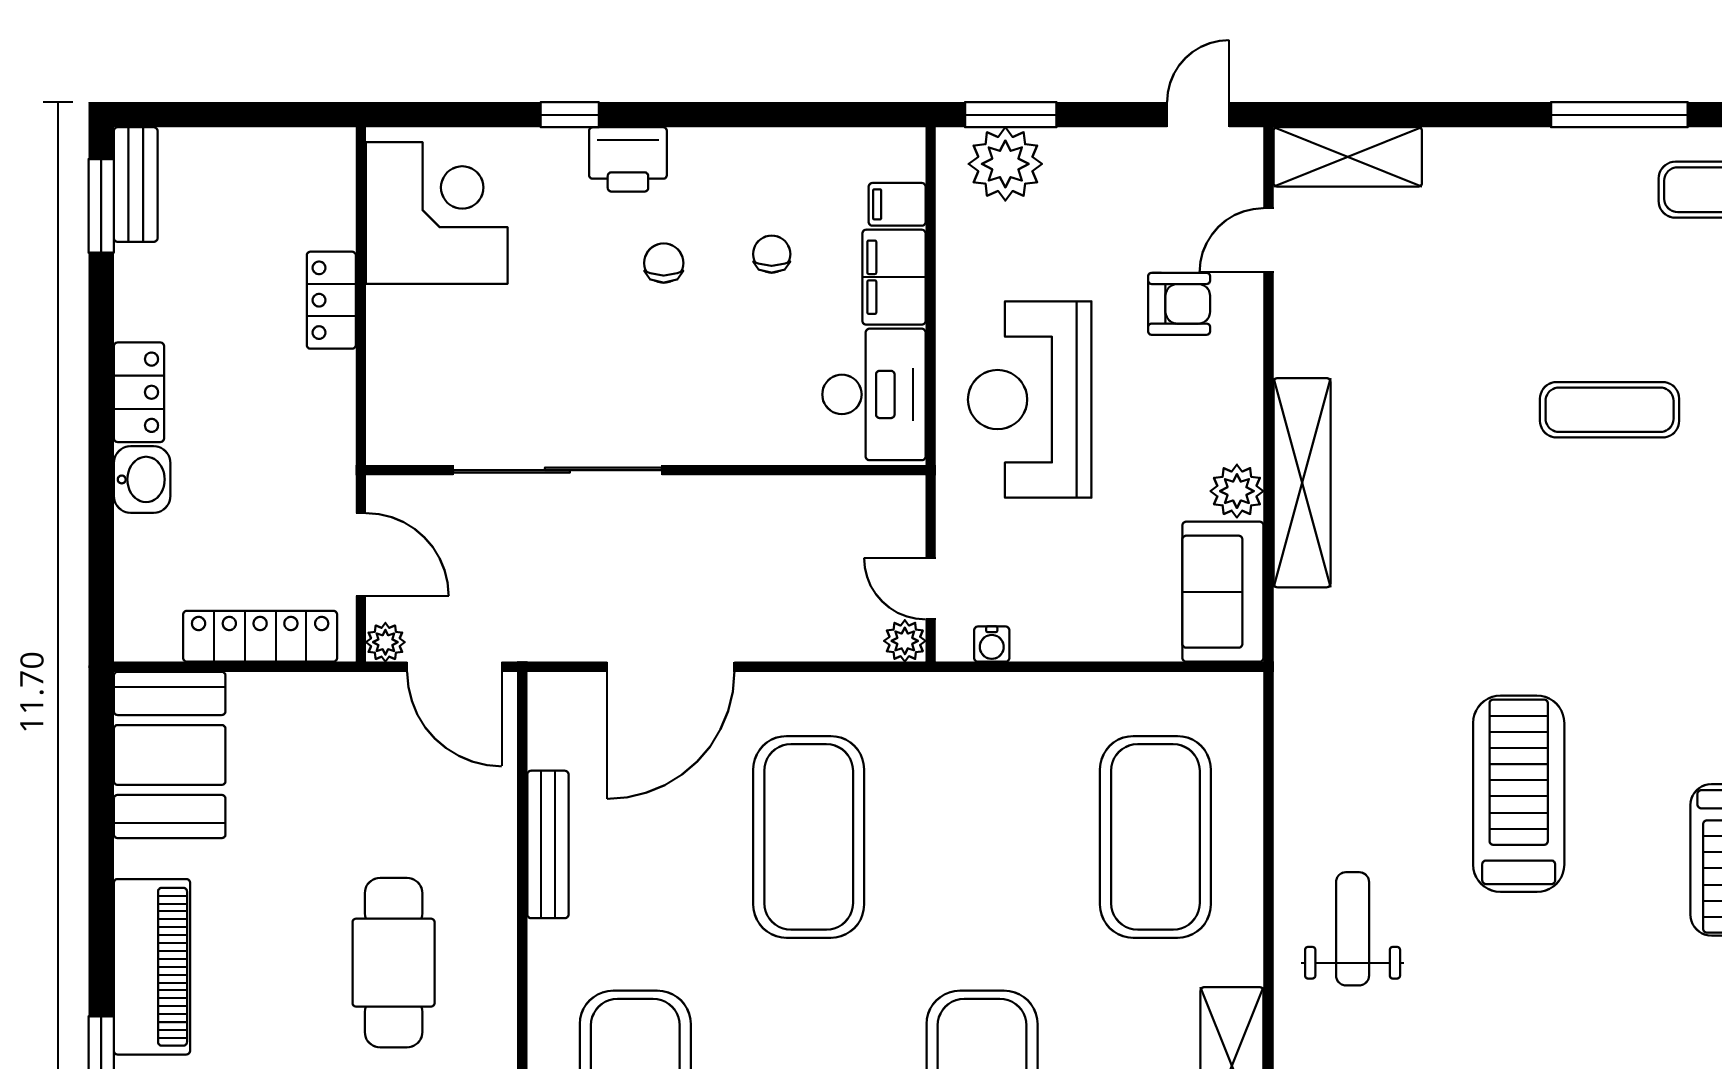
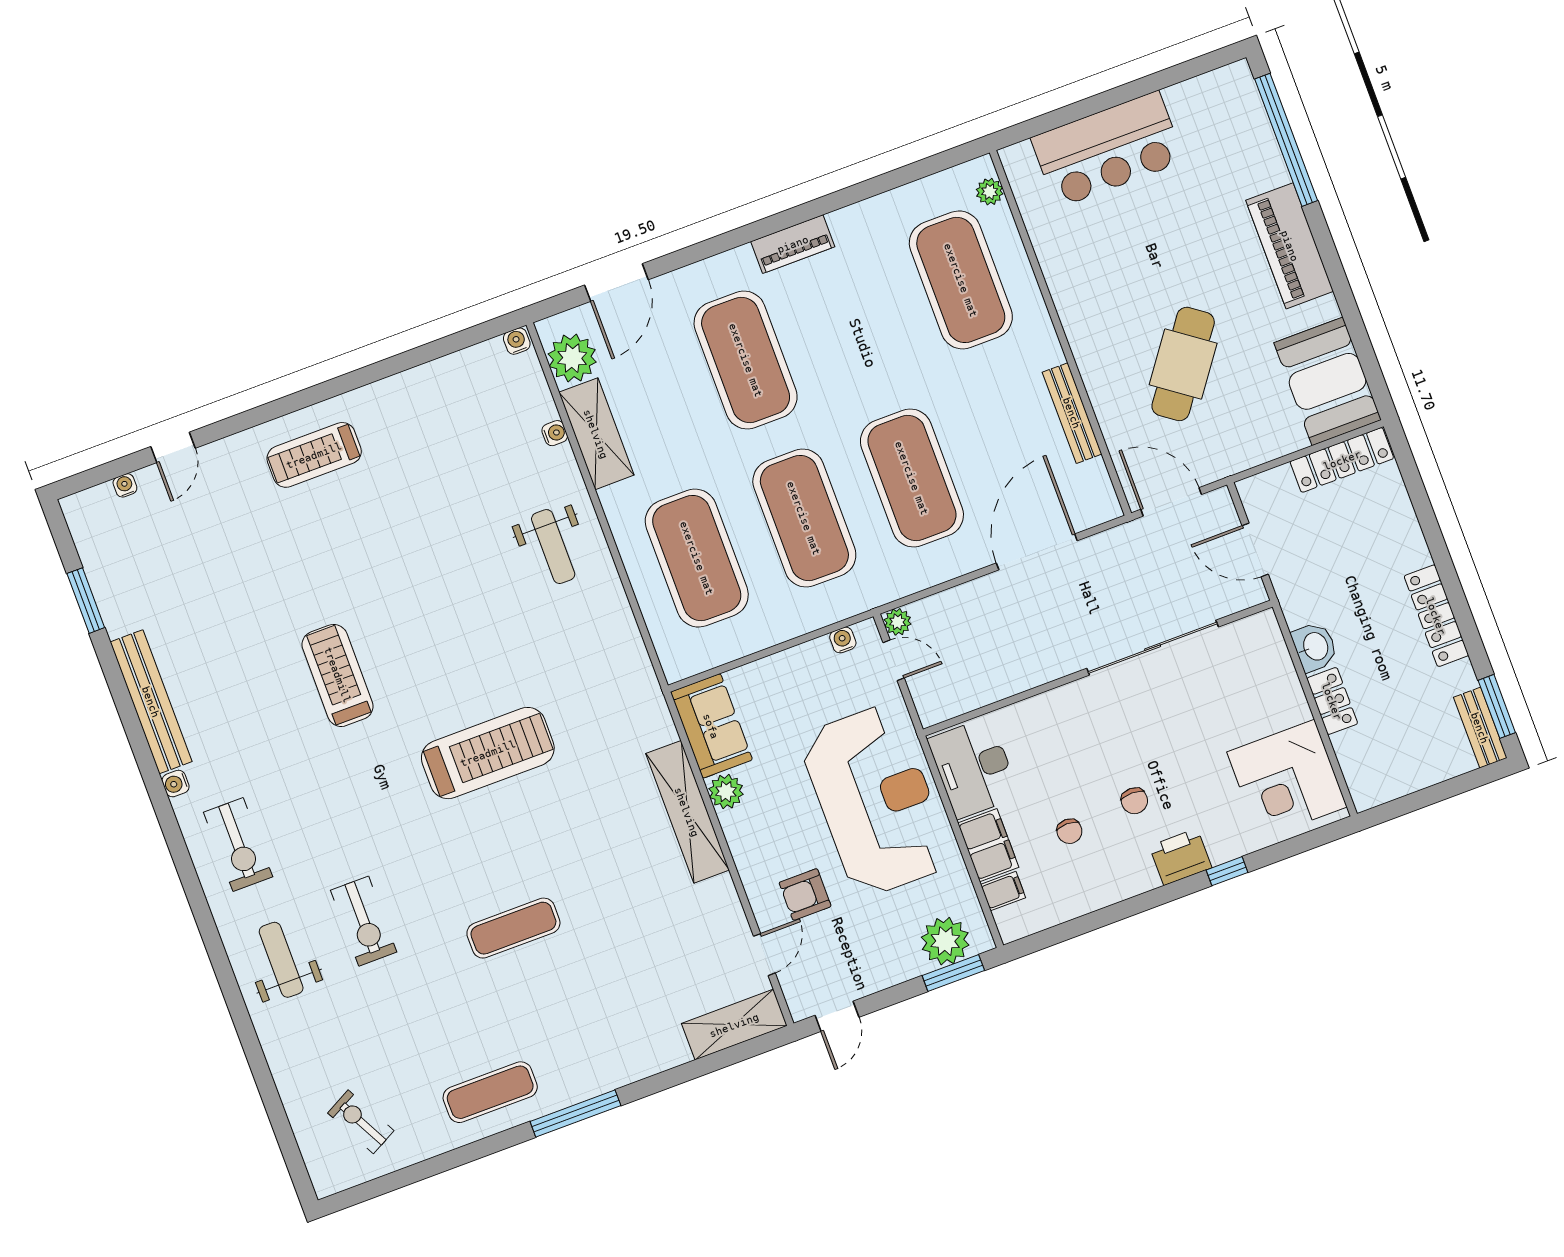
locker: (139, 392) -> (1436, 616), width x1.53
reception desk: (1030, 400) -> (876, 801), width x1.36, depth x1.30
washbasin: (142, 479) -> (1315, 647), moved, turned 180
locker: (260, 636) -> (1342, 460), moved
plant: (385, 642) -> (1220, 501), removed
treadmill: (1519, 794) -> (488, 753), moved, turned -90
exercise mat: (982, 837) -> (804, 518), added
cafe table: (394, 963) -> (1183, 364), moved, turned 36

